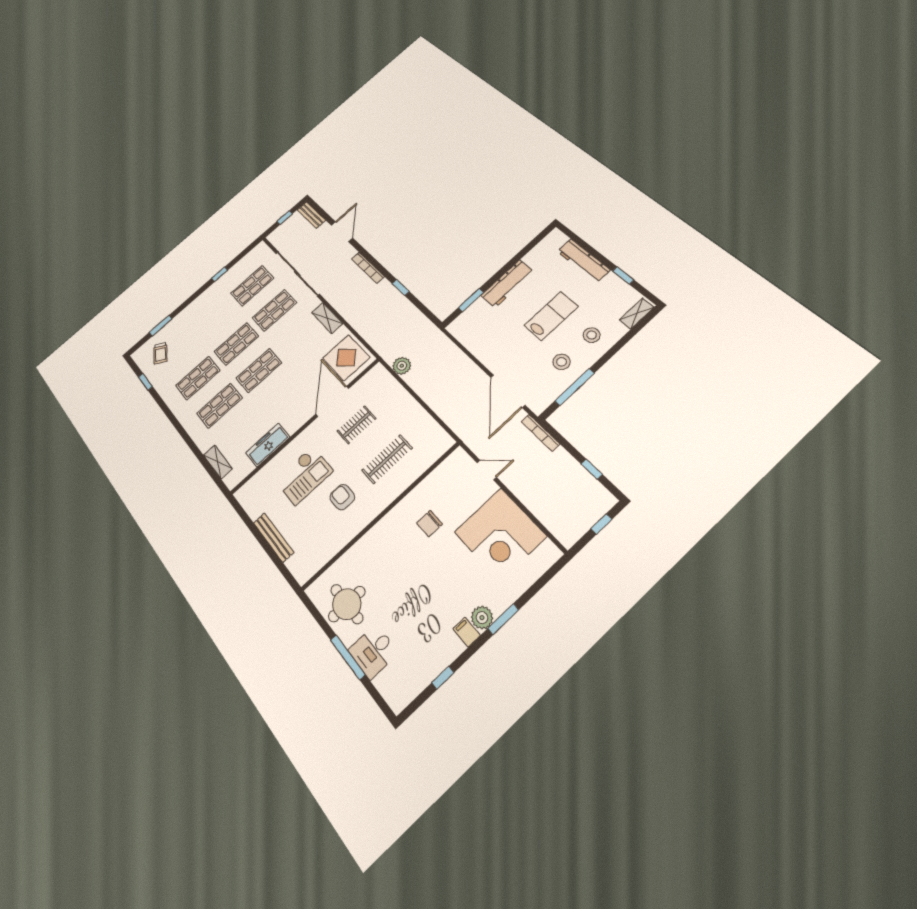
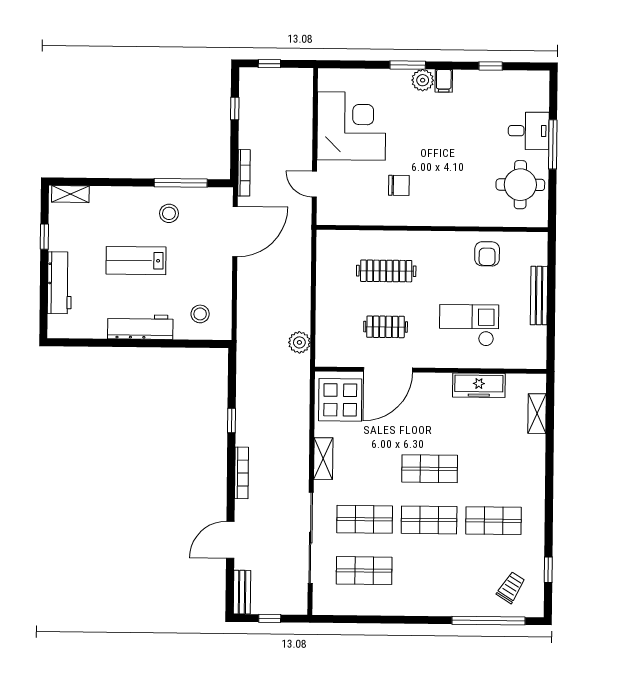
window: (220, 274) -> (386, 620), removed
window: (471, 300) -> (185, 344), removed
window: (161, 326) -> (488, 621), width x2.11
stool: (592, 335) -> (200, 314), moved
shop shelf: (220, 406) -> (494, 469), removed
armchair: (342, 497) -> (487, 254), moved

